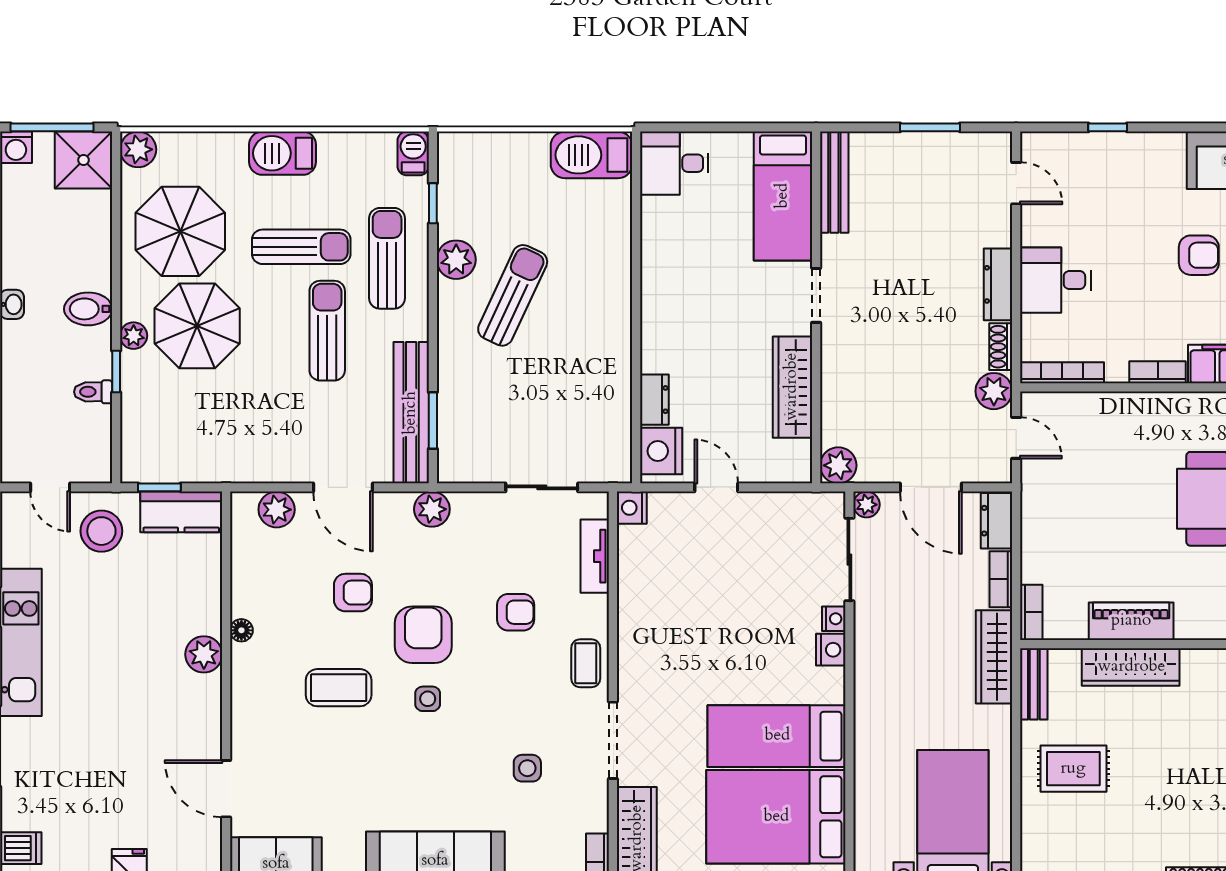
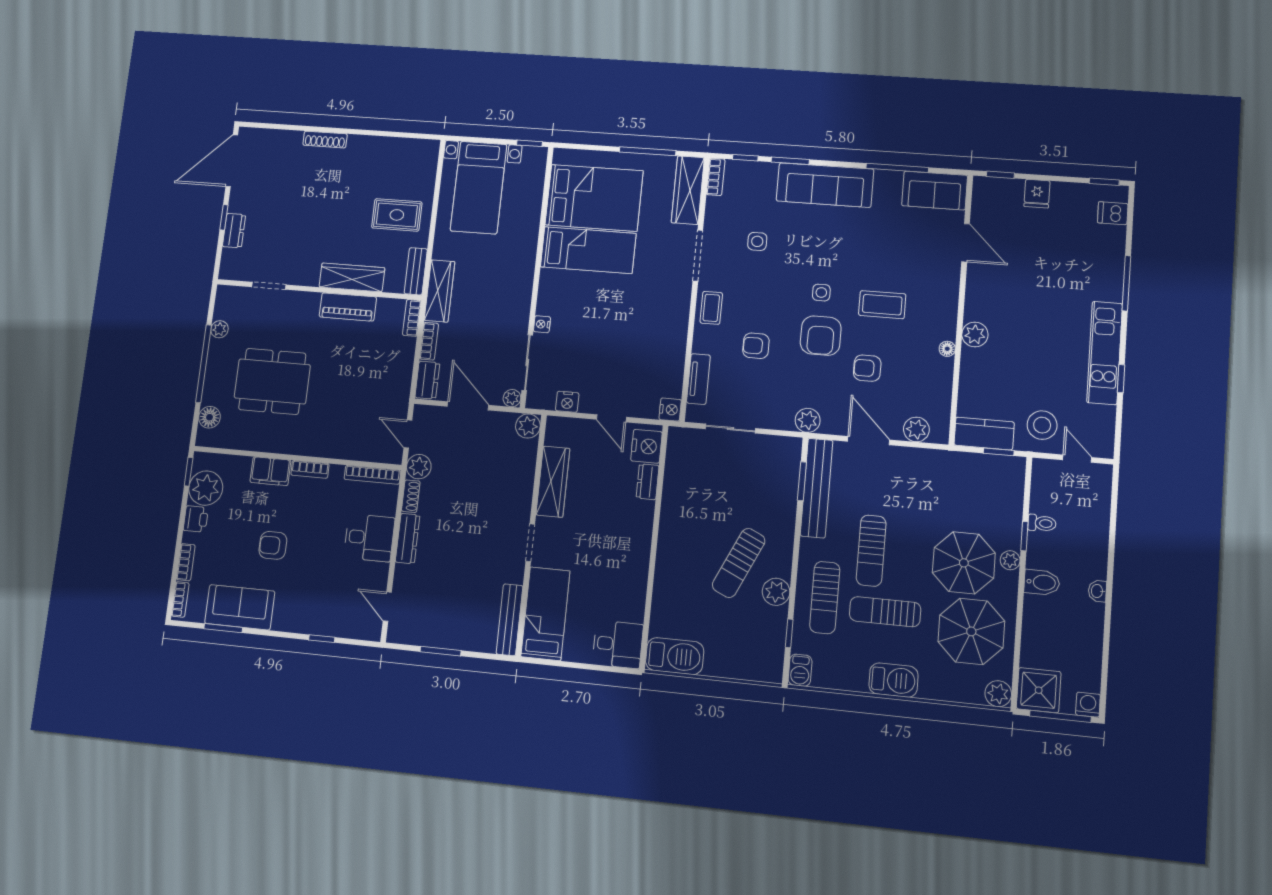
nightstand: (831, 650) -> (567, 402), moved, turned -90

